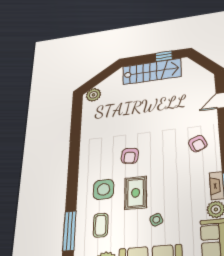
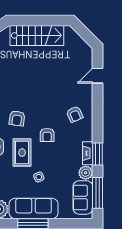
window: (164, 56) -> (48, 21), removed
armchair: (165, 170) -> (47, 135), added

